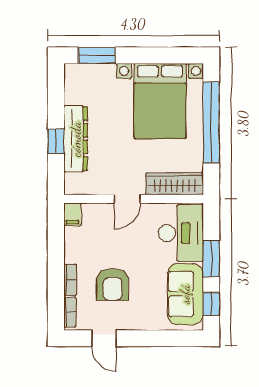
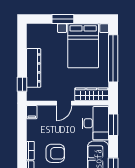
window: (97, 55) -> (63, 19), moved
window: (56, 141) -> (22, 84), moved
window: (211, 259) -> (113, 125), moved
armchair: (113, 284) -> (55, 153), turned -90

